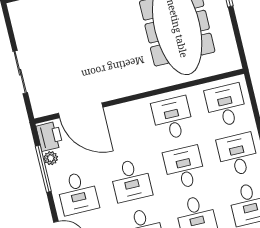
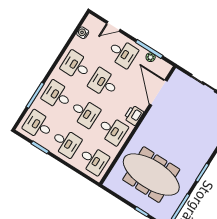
door: (81, 110) -> (158, 93), hinge flipped
printer: (49, 136) -> (134, 115), moved, turned 90
desk: (78, 193) -> (122, 53), turned 180

